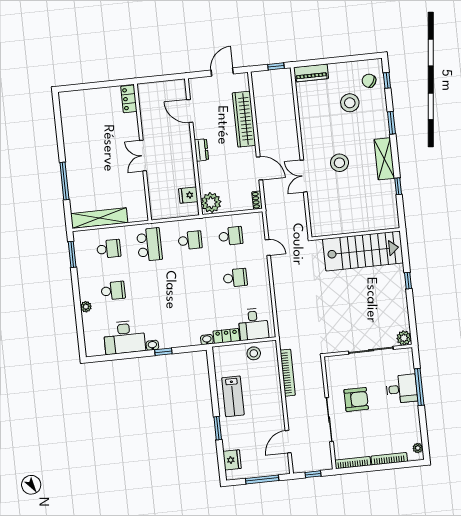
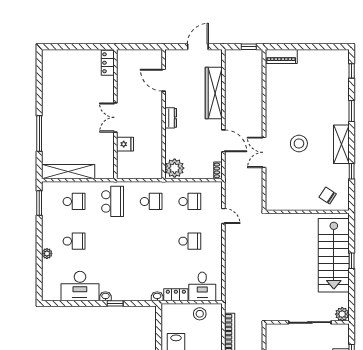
chair: (369, 81) -> (328, 196), moved
stool: (350, 103) -> (315, 88), removed
fridge: (188, 195) -> (125, 144), moved, turned 180
stairs: (363, 251) -> (334, 255), moved, turned 90

